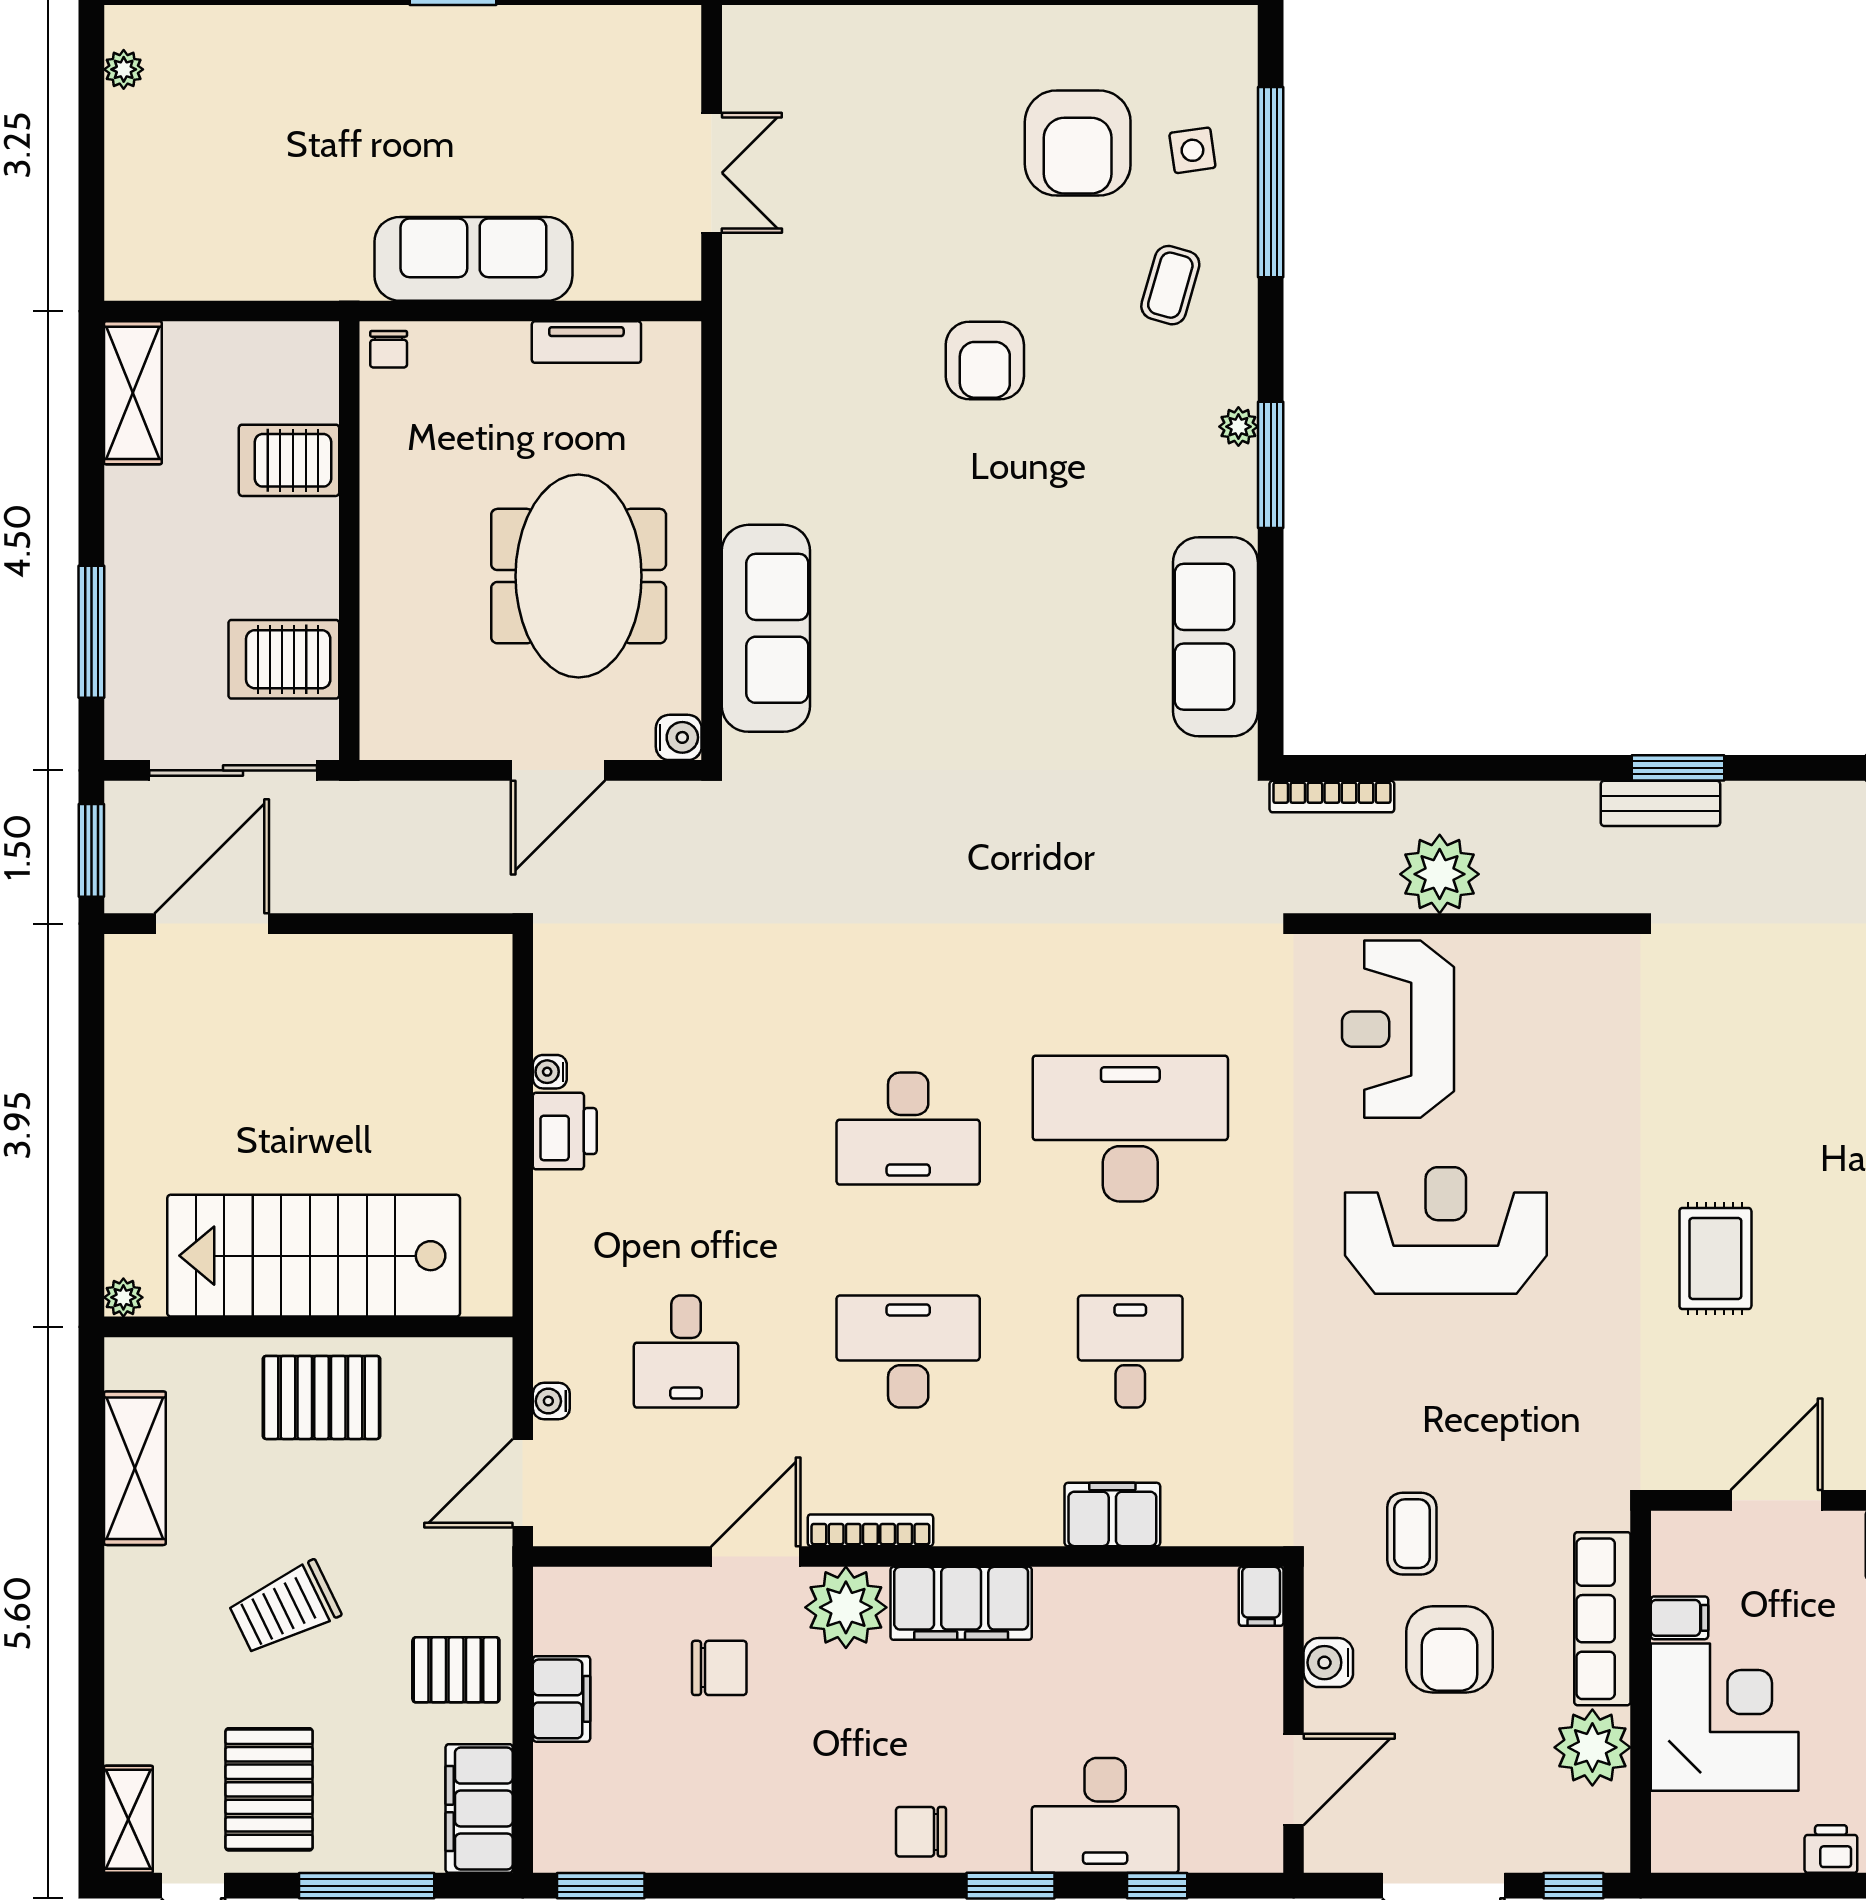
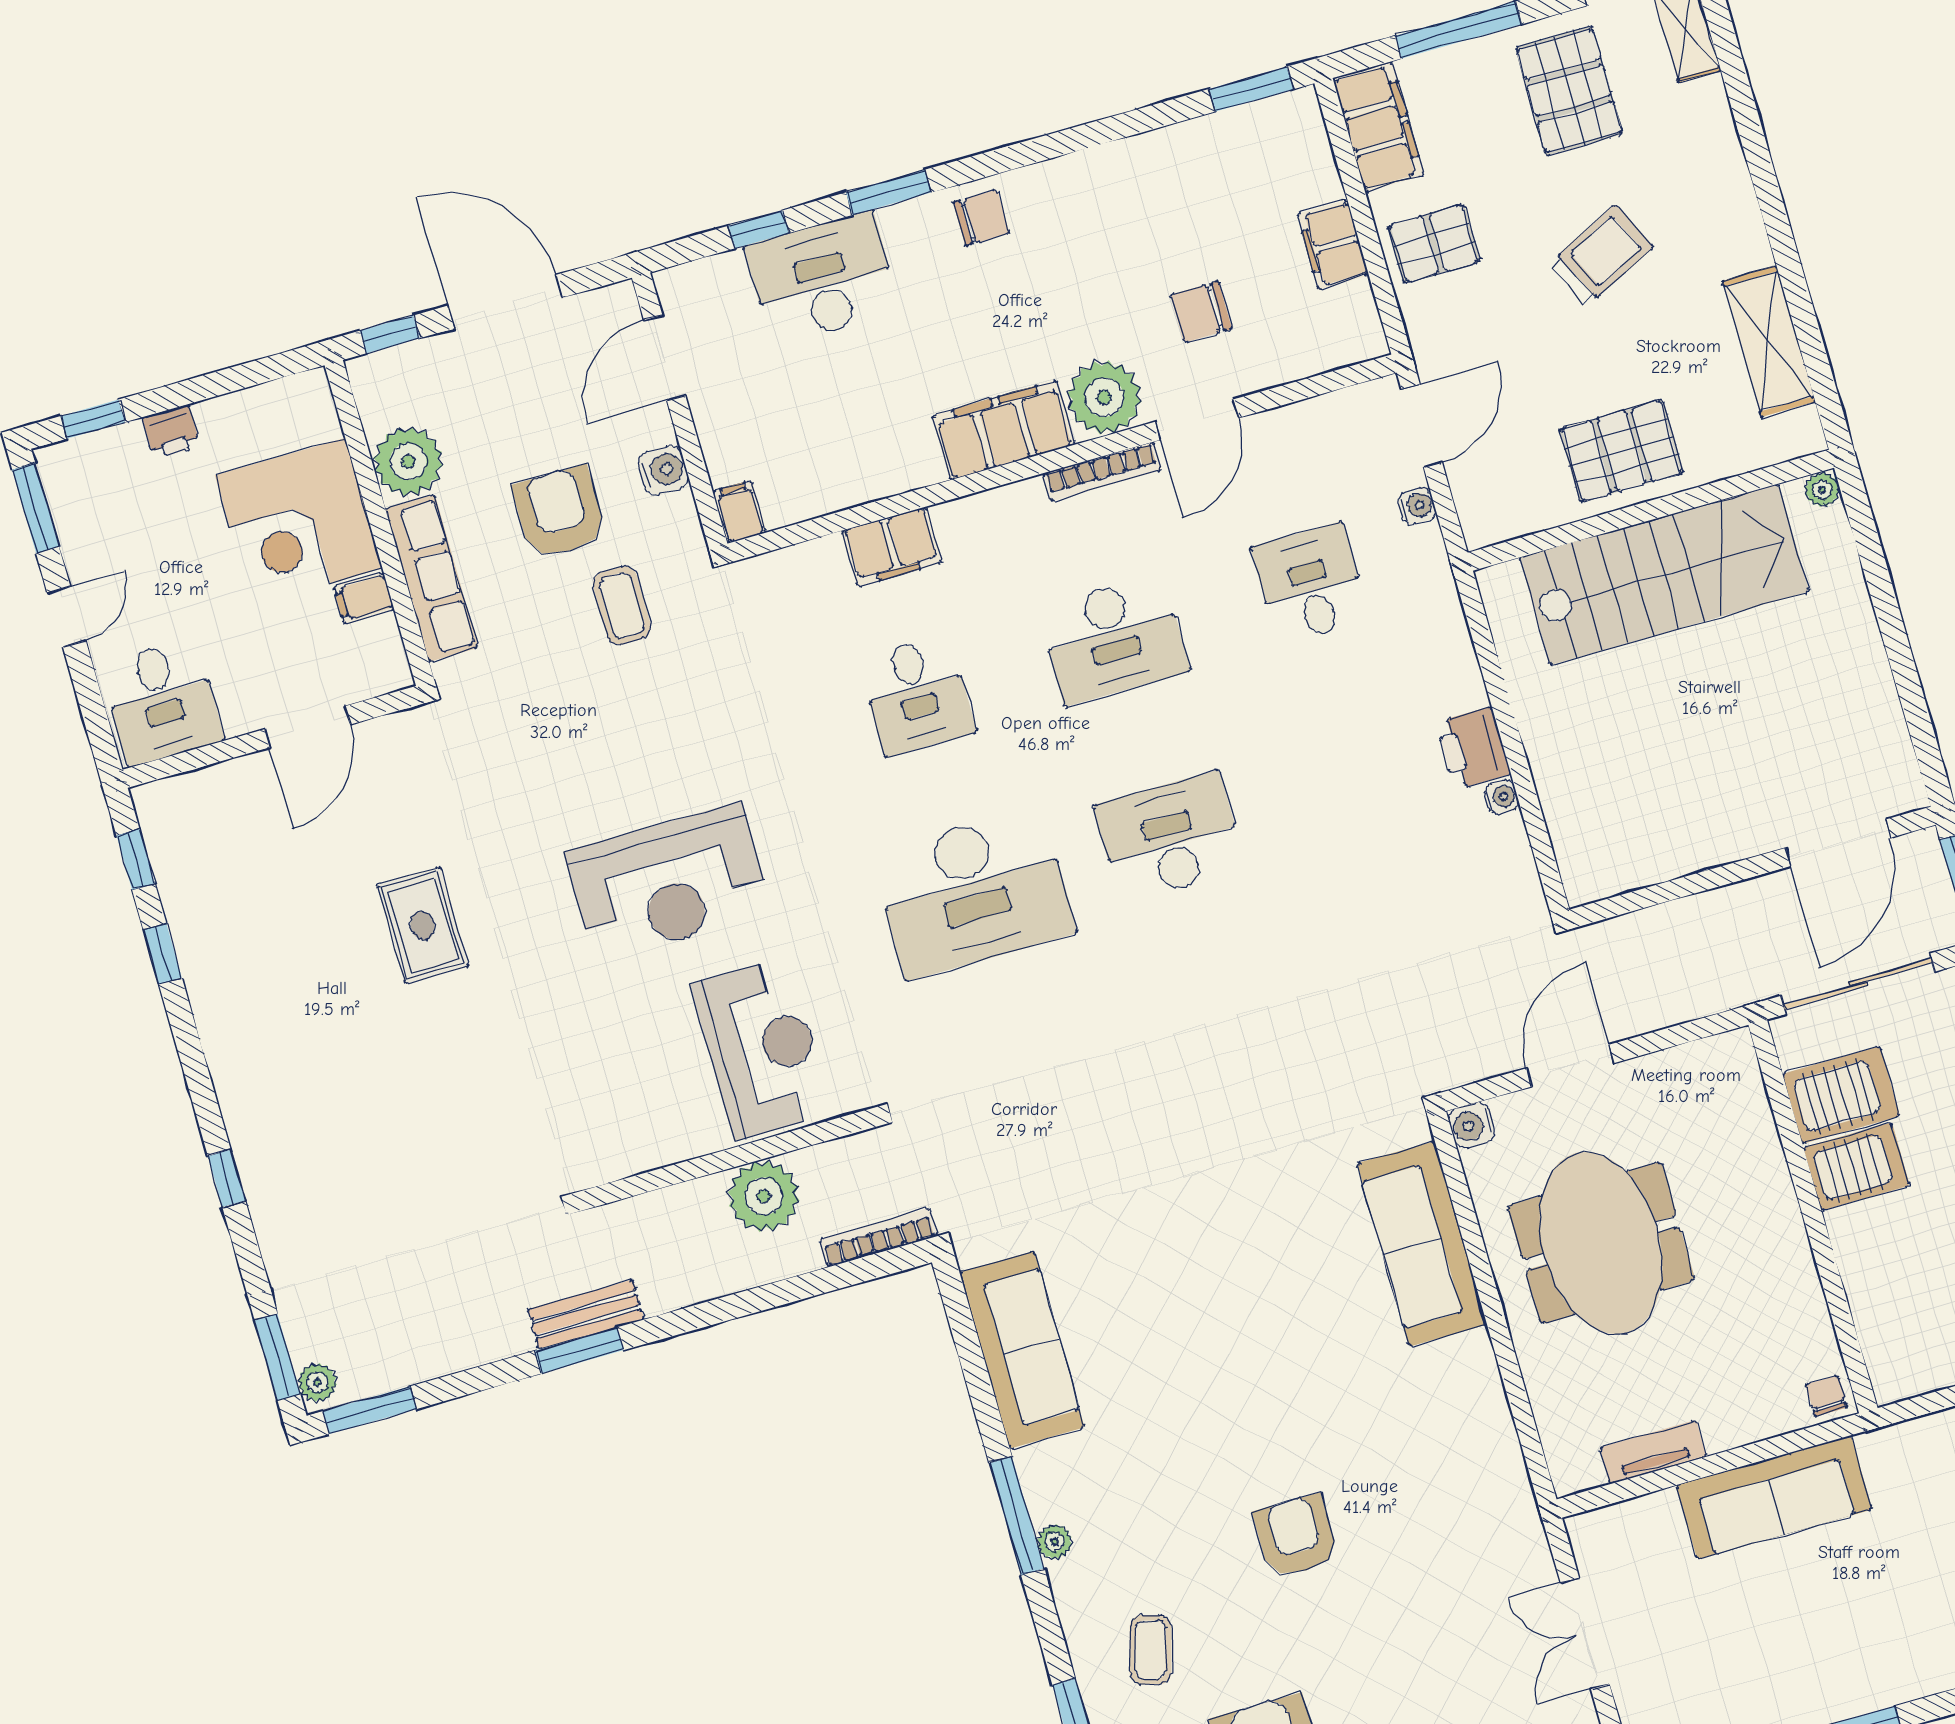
server rack: (289, 460) -> (1856, 1166), moved

